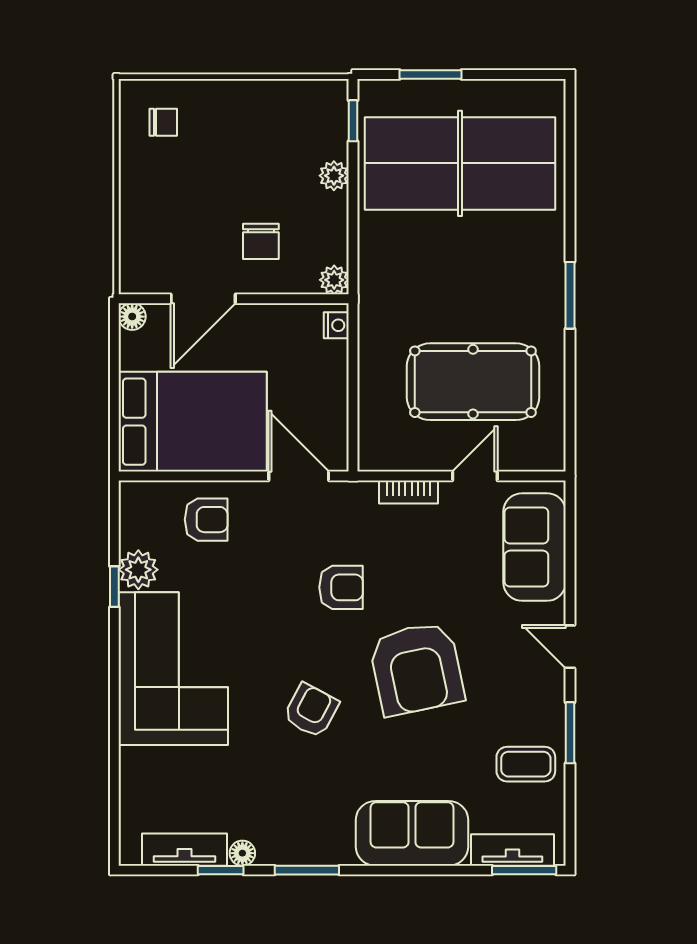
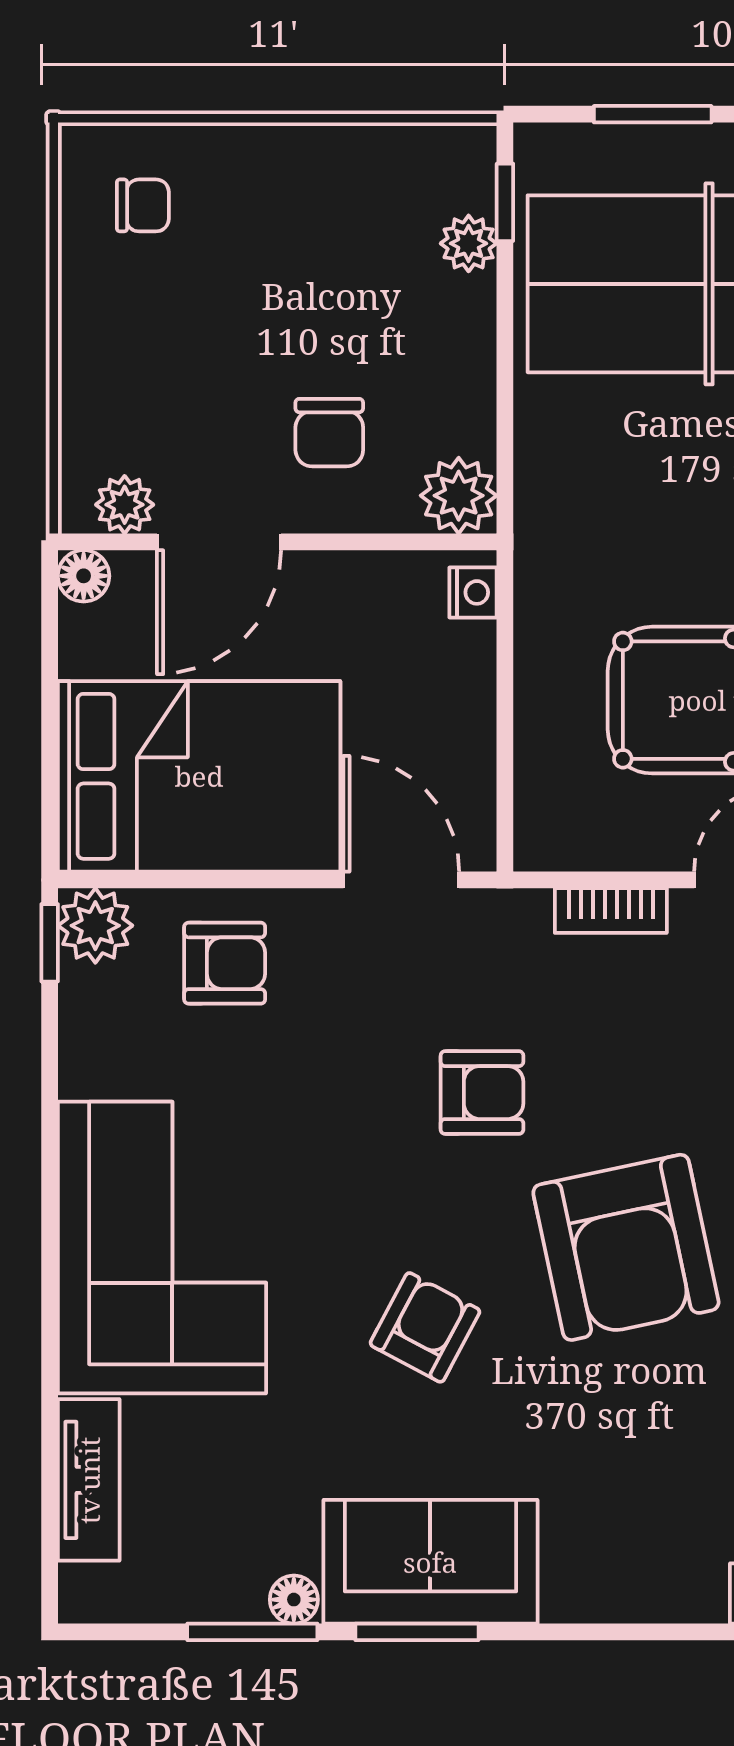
plant: (334, 176) -> (469, 243), moved
plant: (154, 279) -> (125, 505), added
plant: (334, 280) -> (459, 496), width x1.38, depth x1.38
plant: (138, 570) -> (95, 926), moved
window: (114, 587) -> (50, 943), moved
sofa: (412, 833) -> (430, 1562), moved
tv unit: (184, 850) -> (89, 1480), moved, turned 90
window: (221, 870) -> (252, 1632), width x1.50

